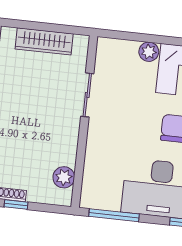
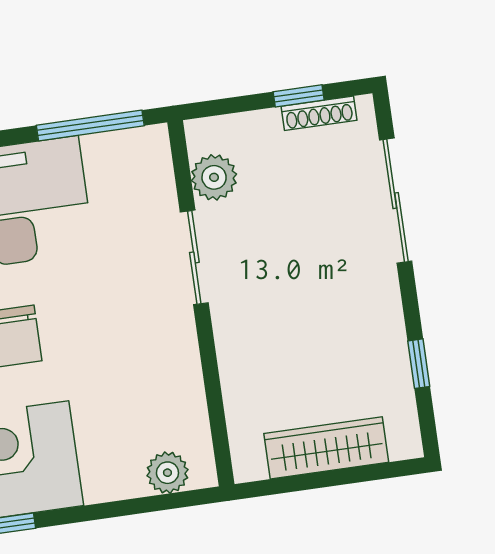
plant: (149, 52) -> (167, 473), moved
sliding door: (87, 95) -> (194, 257), moved

